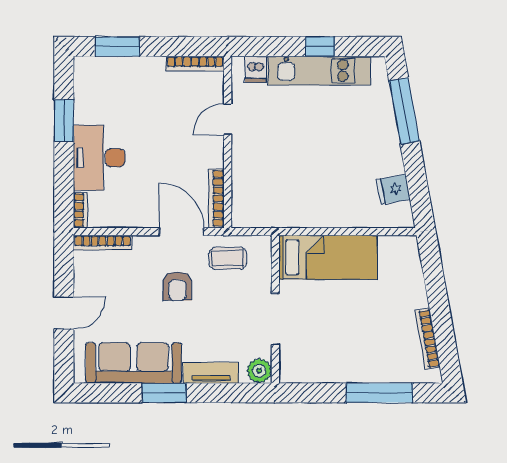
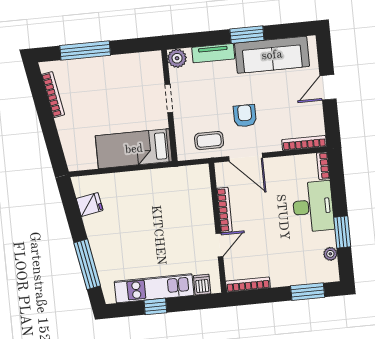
plant: (82, 93) -> (330, 254), added
bookcase: (216, 198) -> (224, 210), moved
doorway: (275, 319) -> (169, 98), width x0.73

